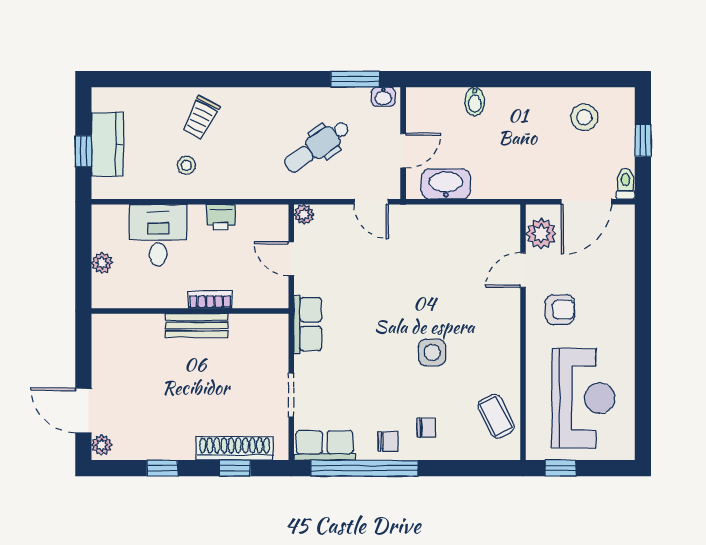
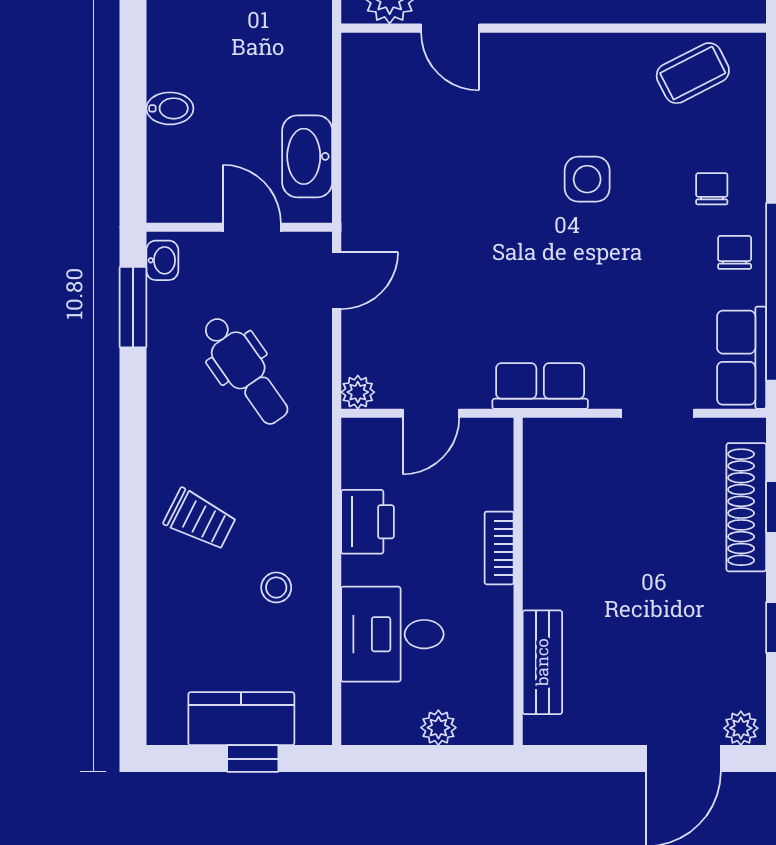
trolley: (201, 118) -> (200, 519), moved
printer: (221, 217) -> (367, 522), width x1.36, depth x1.24
bench: (197, 326) -> (542, 662), moved

